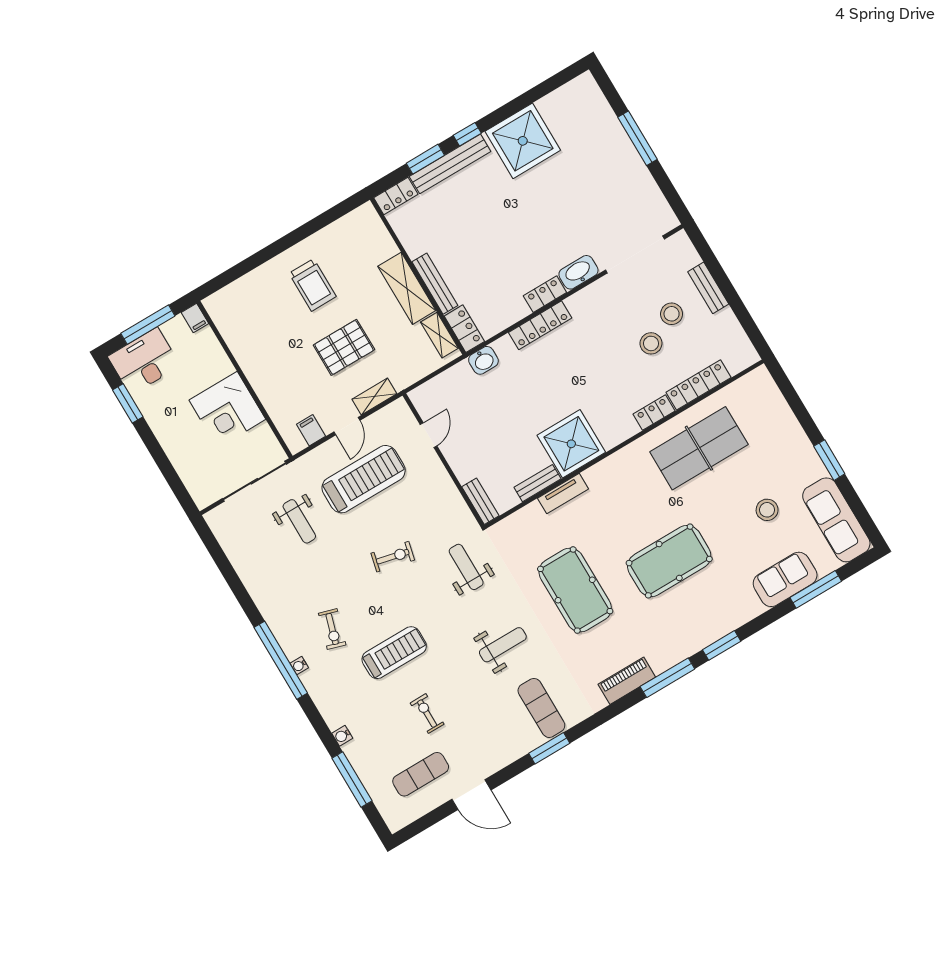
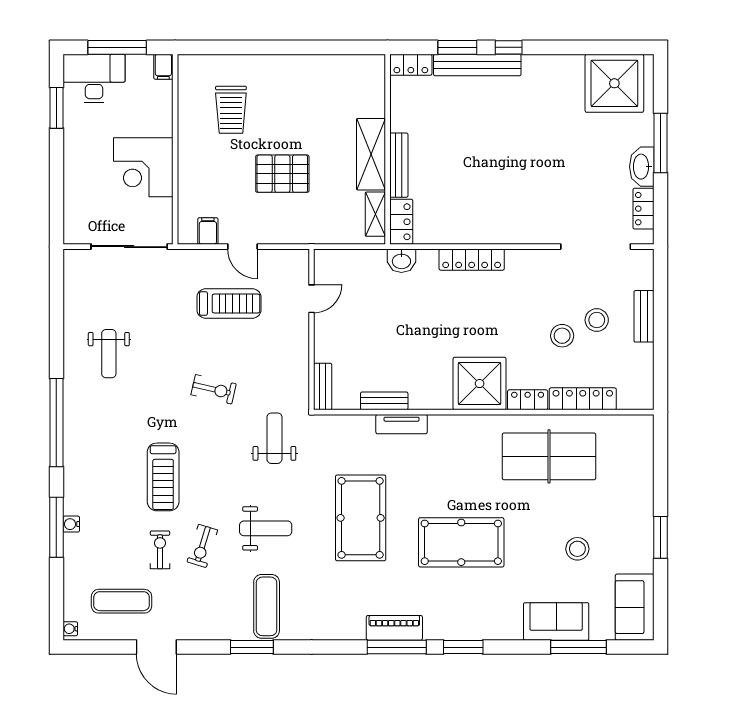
shower: (523, 141) -> (614, 83), moved
washbasin: (578, 272) -> (642, 167), moved, turned -90
trolley: (313, 285) -> (231, 110), moved
locker: (545, 294) -> (643, 209), moved, turned -90
shelving: (374, 396) -> (283, 235), removed
door: (347, 426) -> (242, 247), hinge flipped
shower: (571, 444) -> (480, 384), moved
treadmill: (364, 479) -> (229, 304), width x0.73, depth x0.73
sofa: (836, 520) -> (635, 607), width x0.73
weight bench: (299, 521) -> (109, 354), moved
exercise bike: (332, 629) -> (202, 546), moved
treadmill: (394, 653) -> (163, 477), turned 90
water cooler: (299, 665) -> (70, 629), moved
piano: (627, 681) -> (394, 628), moved
window: (352, 780) -> (56, 527), moved

